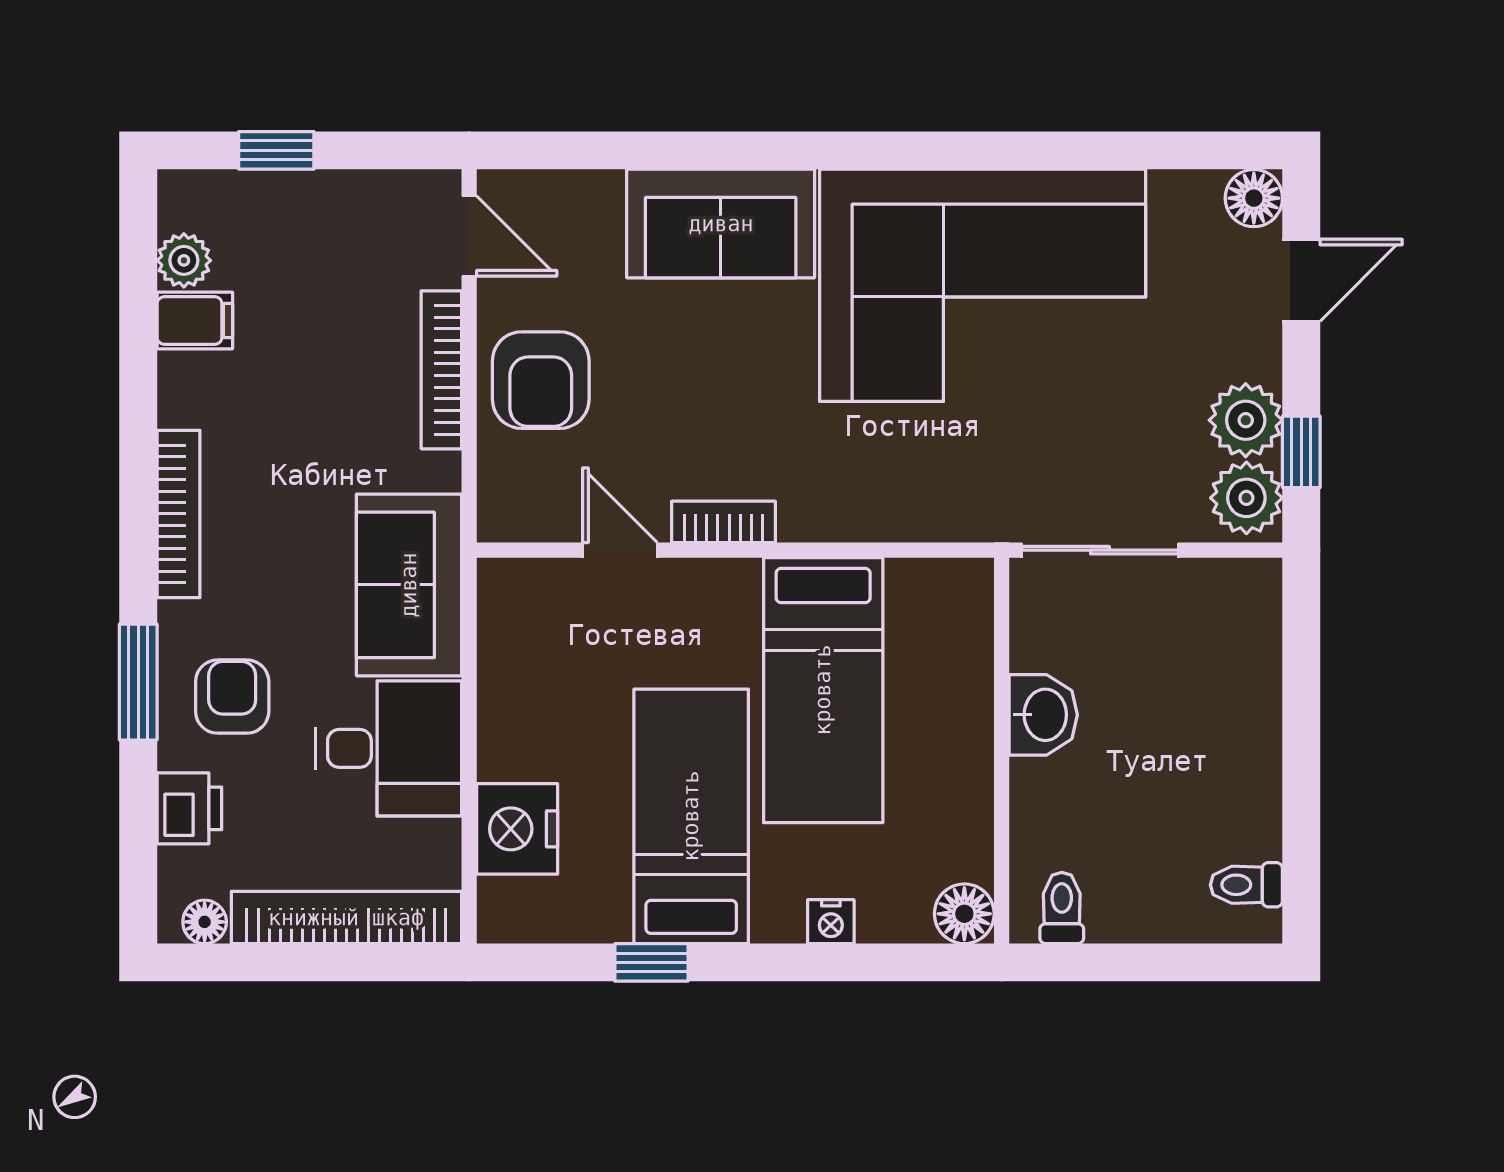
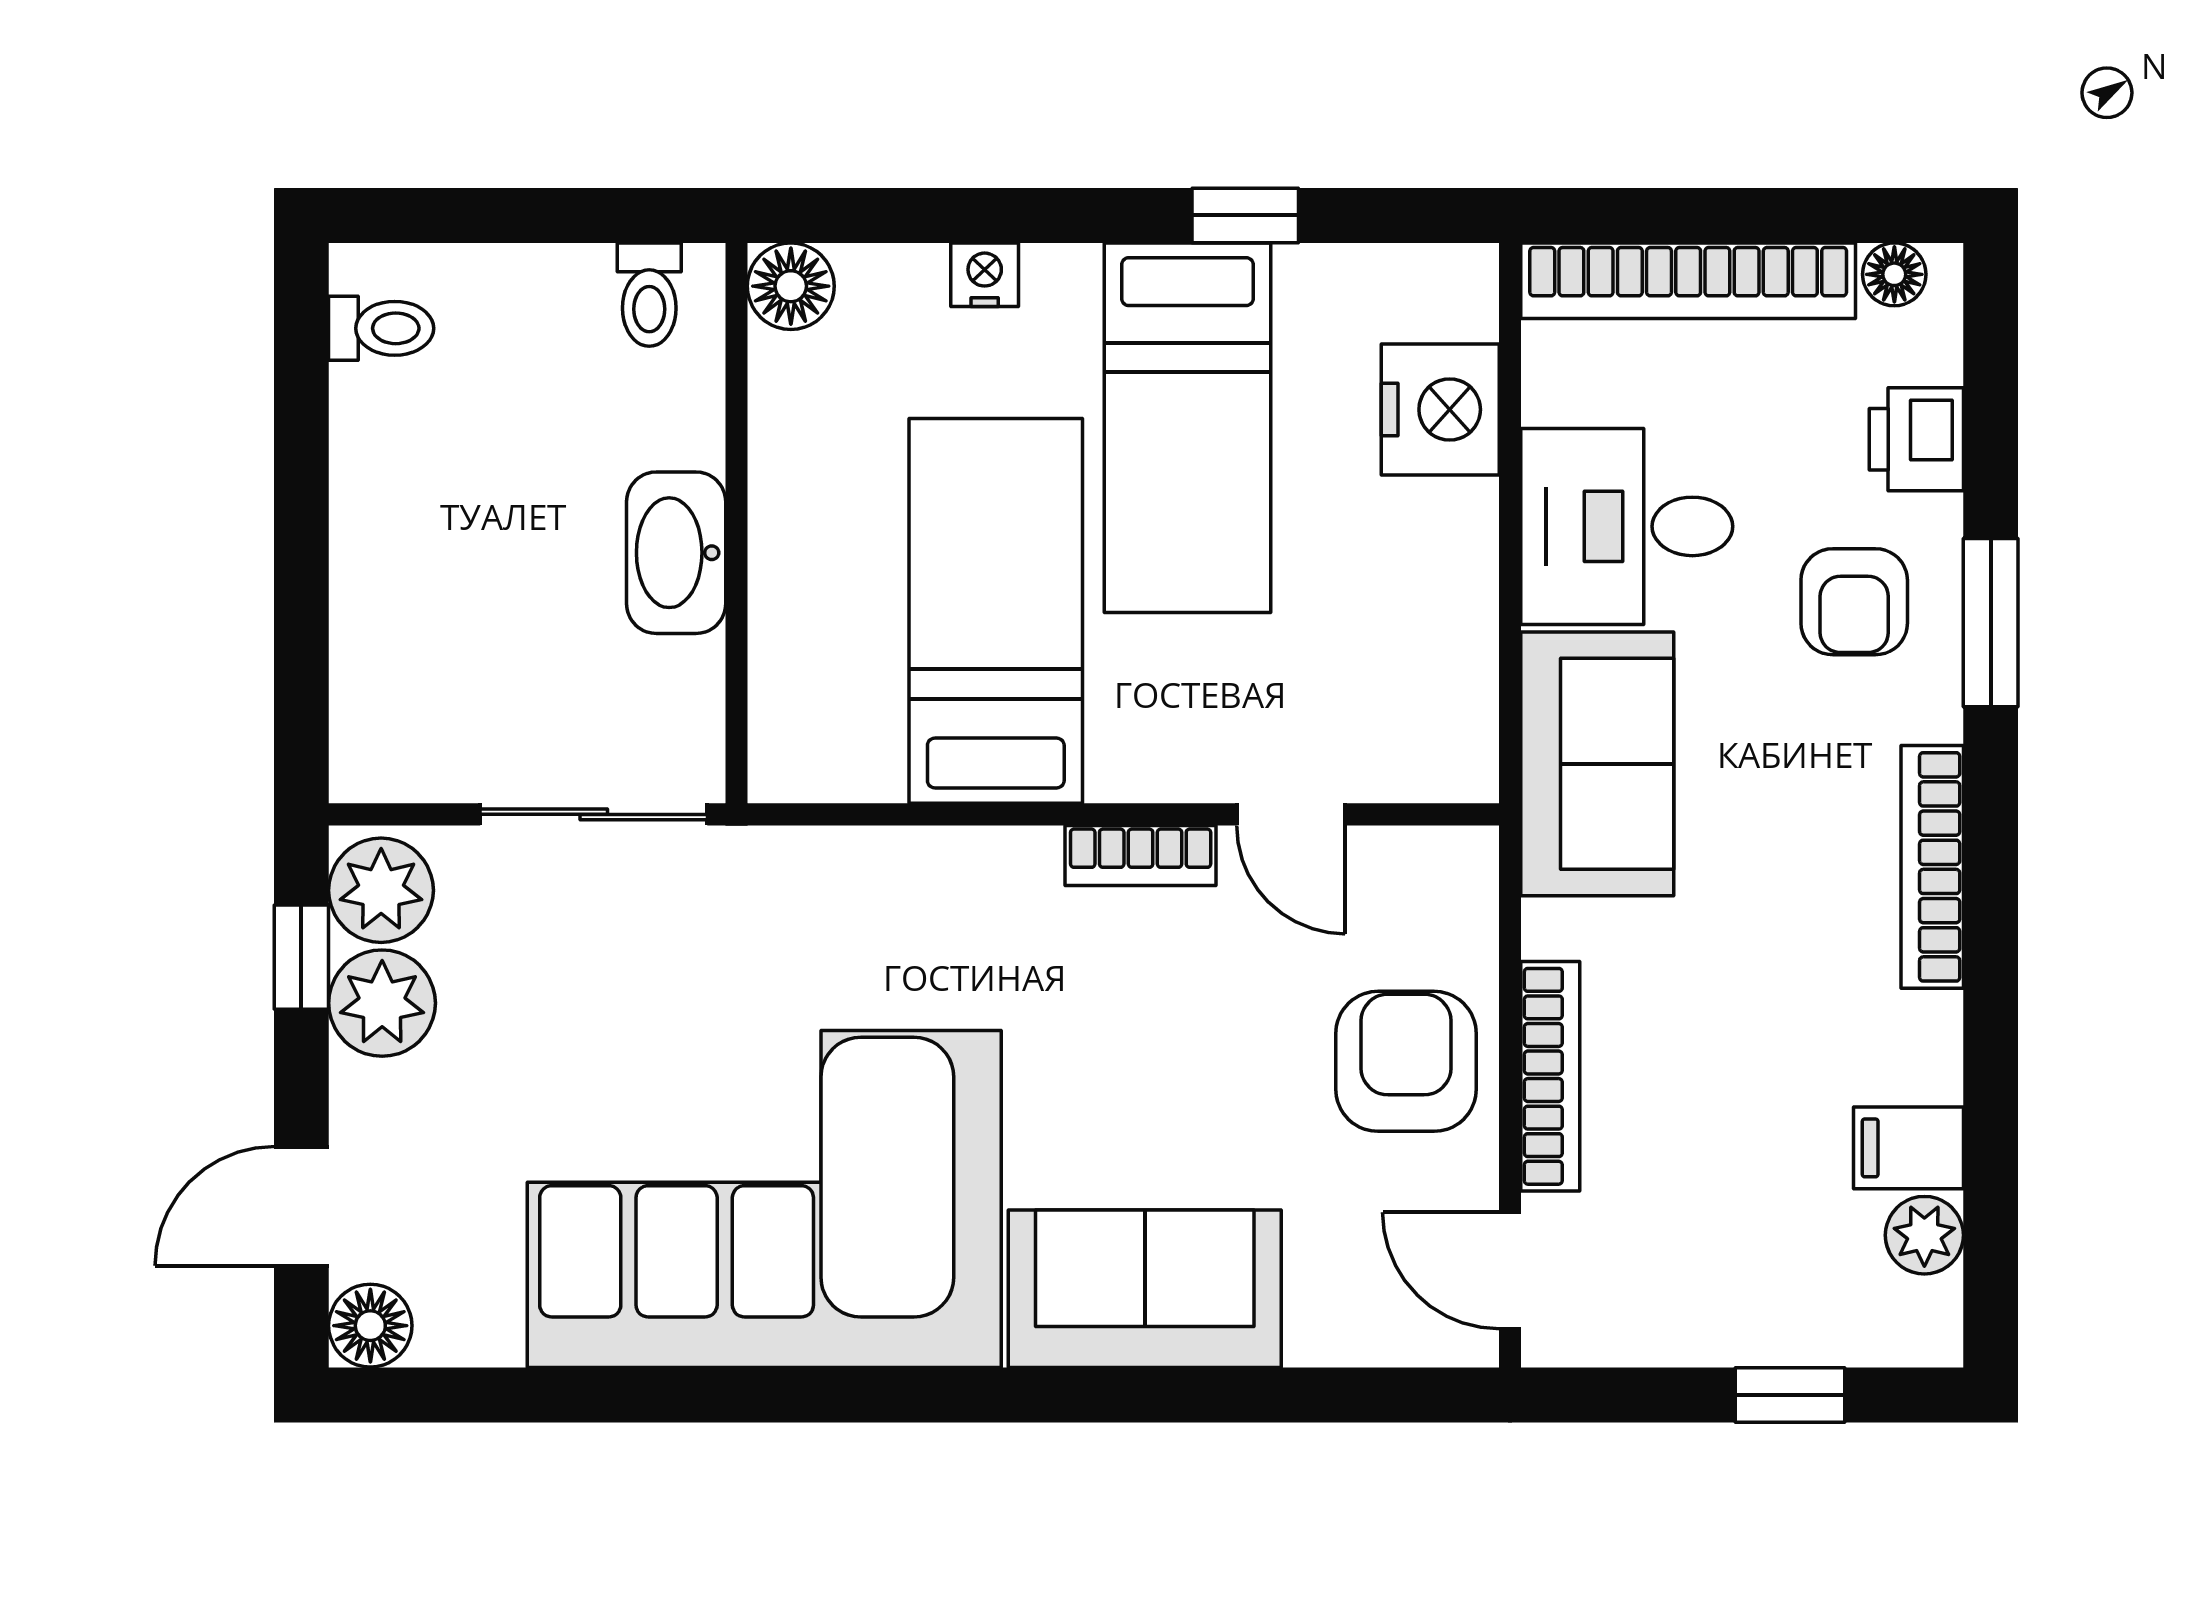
washbasin: (1043, 715) -> (676, 553), width x1.38

